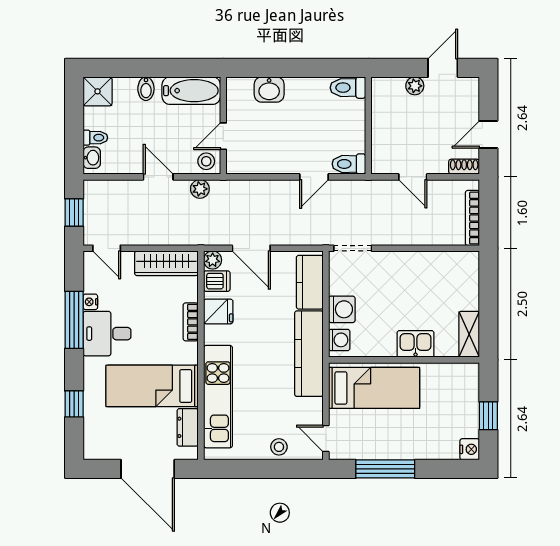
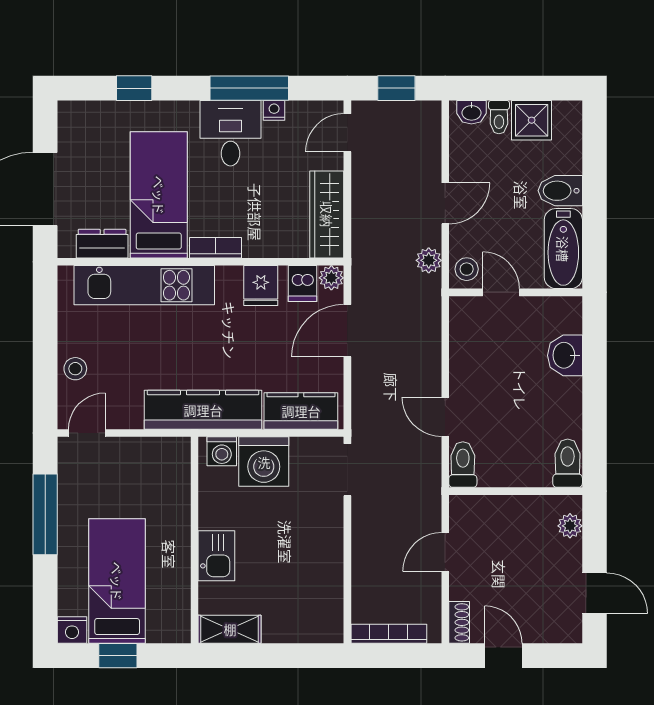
plant: (415, 86) -> (570, 526), moved
bidet: (146, 89) -> (560, 191), width x1.38, depth x1.36
shower: (98, 91) -> (532, 120), moved
washing machine: (342, 309) -> (264, 462), width x1.37, depth x1.37
bookcase: (191, 322) -> (216, 248), moved
bed: (374, 388) -> (117, 581), moved, turned 180

